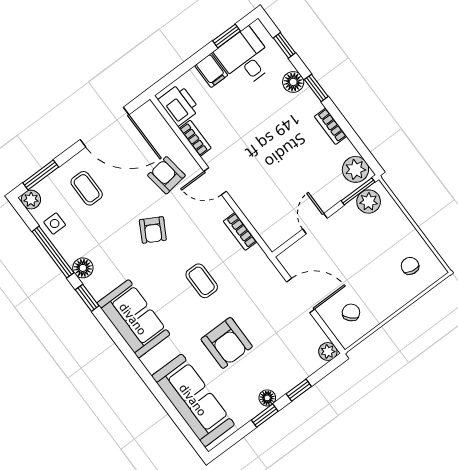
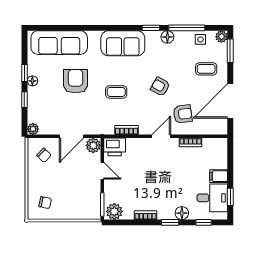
printer: (179, 105) -> (115, 147), moved
plant: (369, 202) -> (93, 145), moved
armchair: (227, 343) -> (75, 81), turned 90

